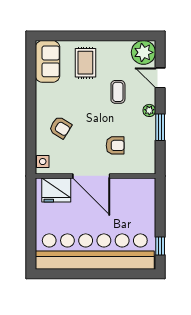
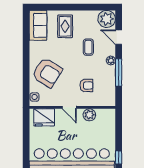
armchair: (60, 127) -> (47, 73), width x1.88, depth x1.88
window: (160, 127) -> (119, 72), width x1.44
door: (91, 176) -> (69, 107), width x0.53
plant: (119, 186) -> (89, 115), added

